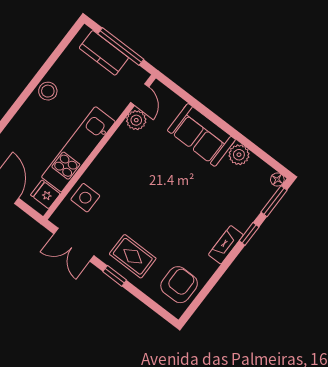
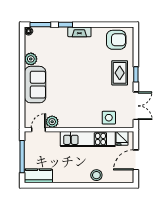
kitchen counter: (104, 53) -> (38, 176), moved, turned -90
stool: (48, 91) -> (96, 175), moved
armchair: (179, 285) -> (116, 40), turned 180

